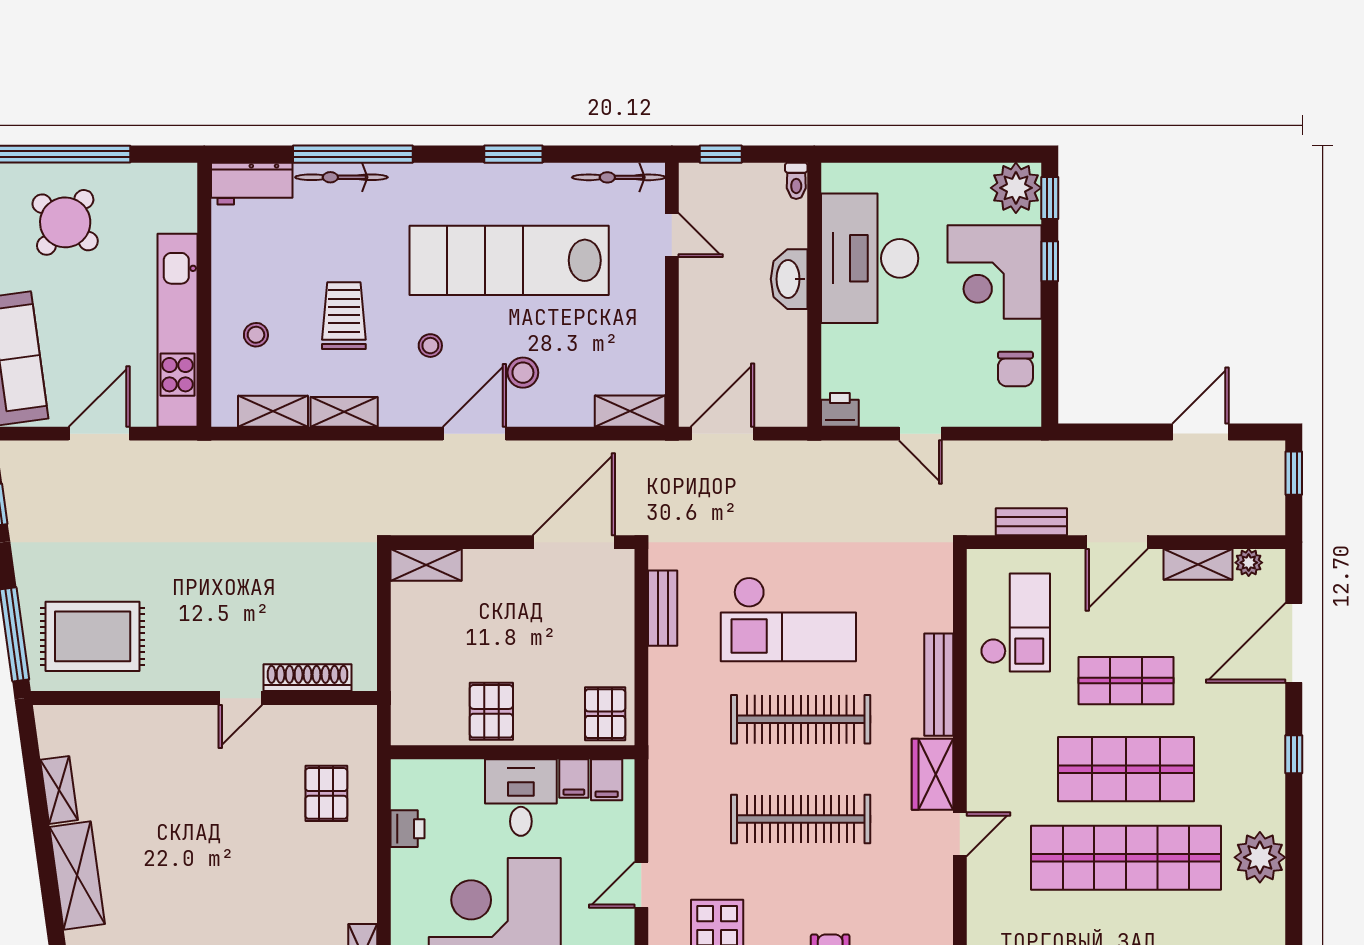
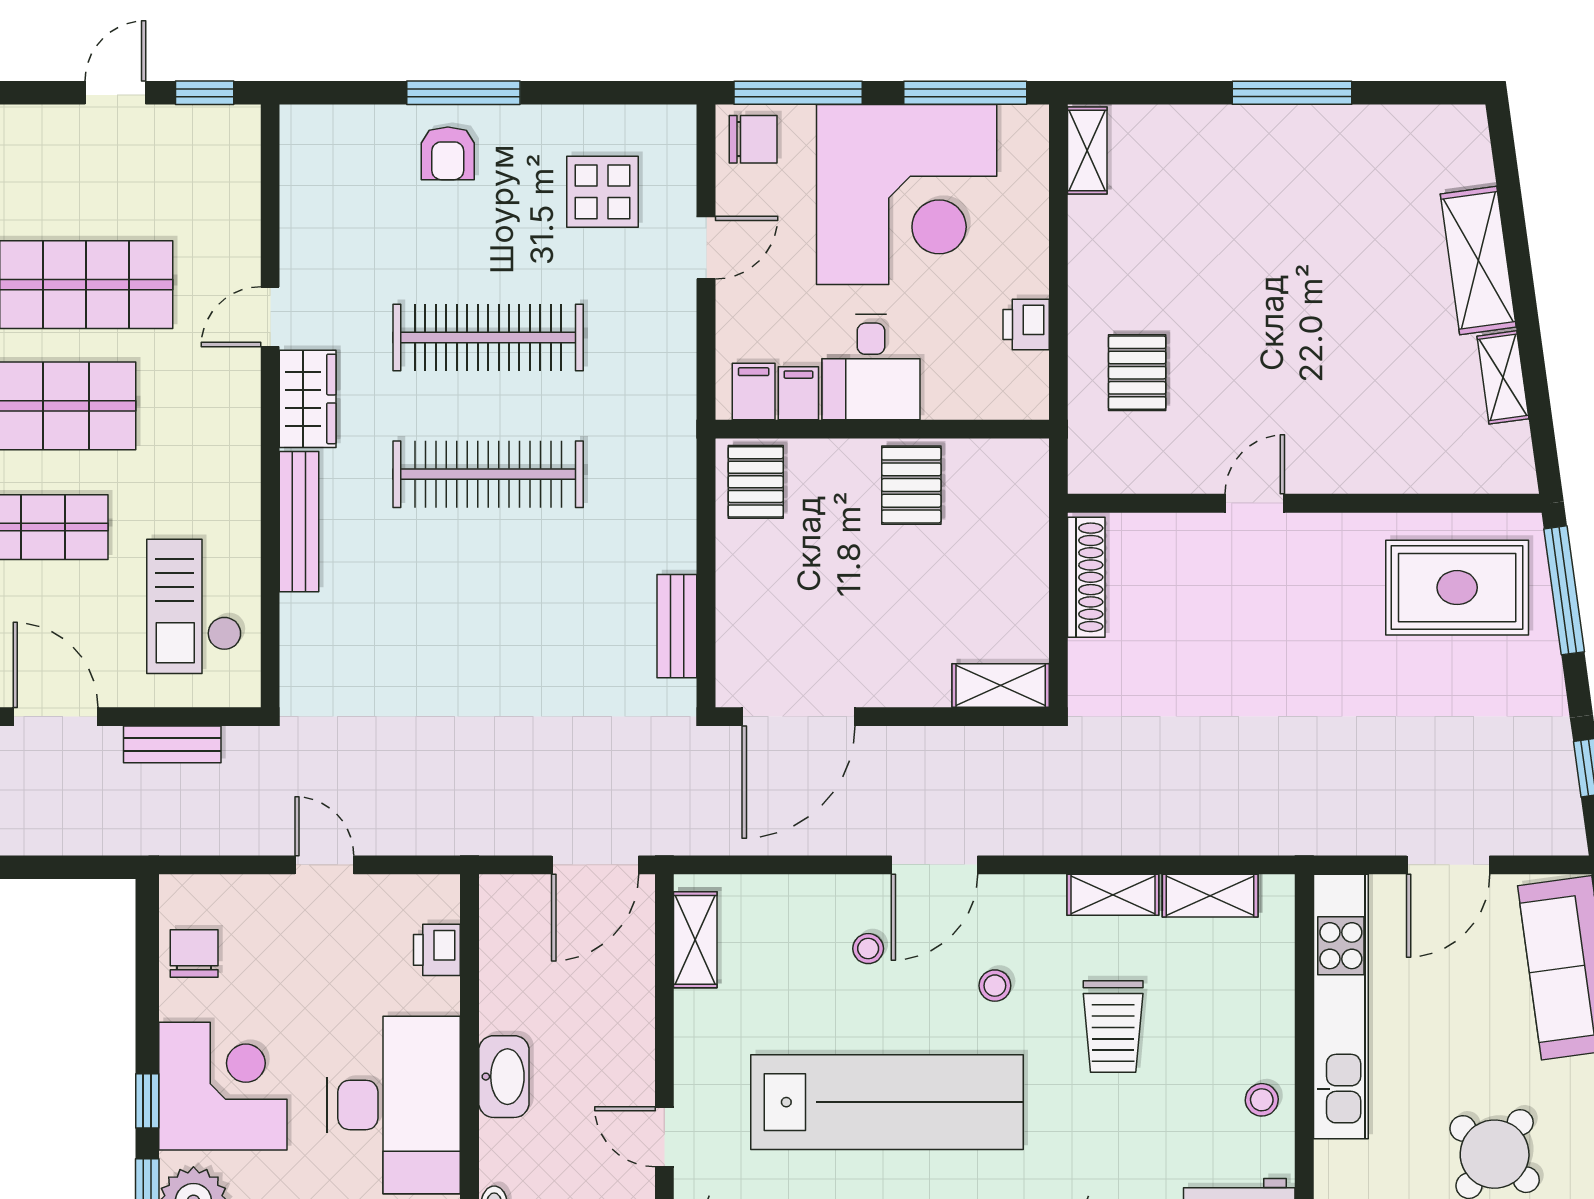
stool: (256, 335) -> (1262, 1100), moved
stool: (523, 373) -> (868, 949), width x0.73, depth x0.73
printer: (840, 410) -> (437, 950), moved, turned 90
shelving: (630, 411) -> (695, 940), moved, turned 90
door: (1117, 542) -> (56, 717), hinge flipped
checkout: (788, 619) -> (505, 611), removed
shoe rack: (308, 678) -> (1086, 577), moved, turned -90

